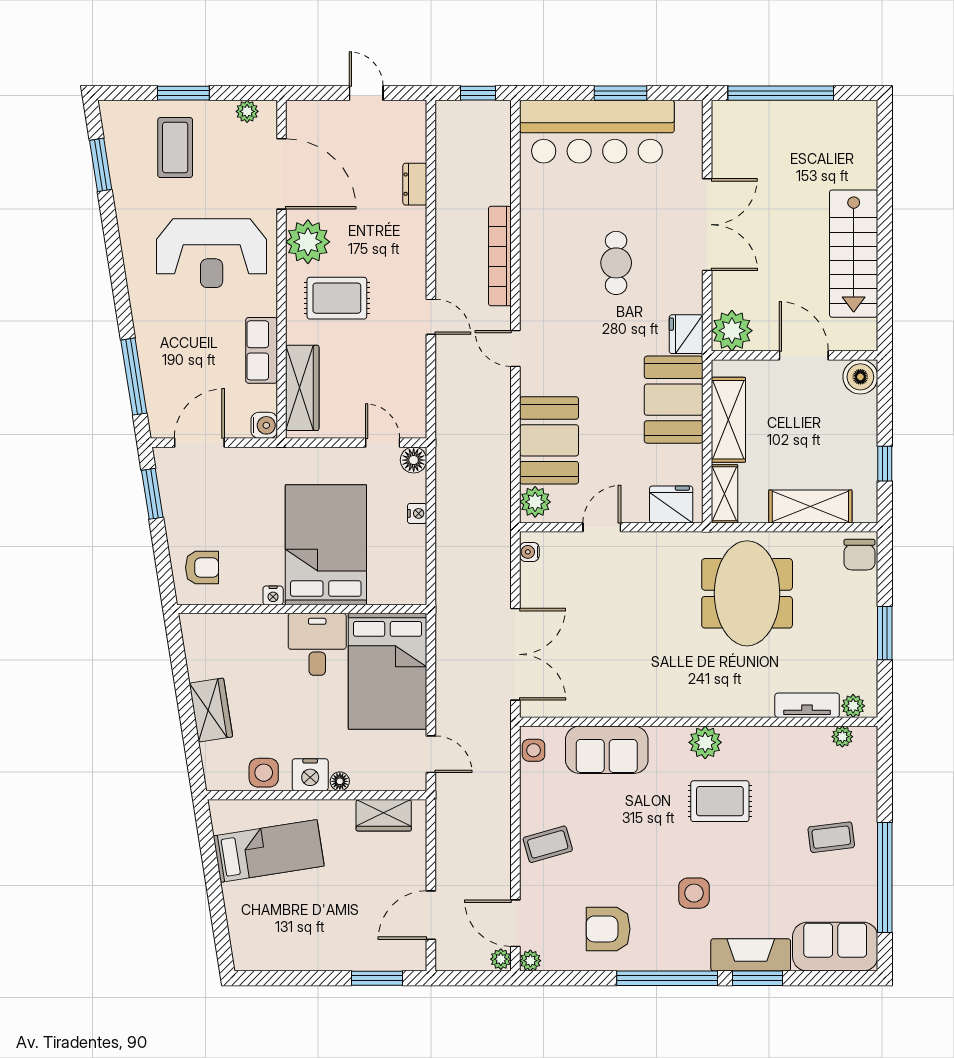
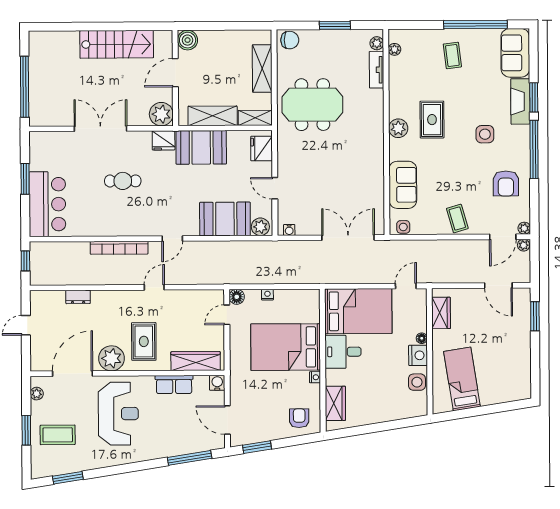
bar counter: (597, 132) -> (47, 204), width x0.73
window: (885, 464) -> (237, 26), removed
wardrobe: (211, 710) -> (335, 403), moved, turned 99

